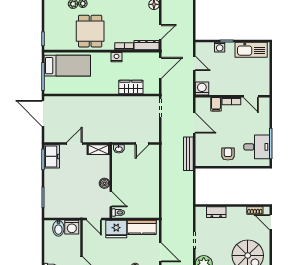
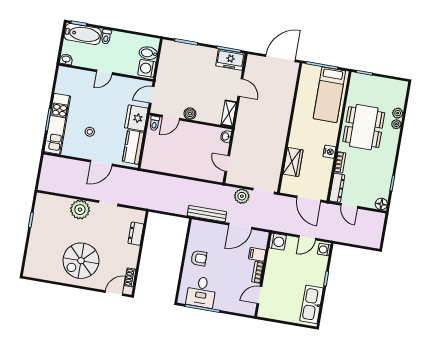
dining table: (90, 31) -> (364, 127), width x1.37
washing machine: (220, 47) -> (324, 250), moved
plant: (168, 126) -> (242, 196), added

